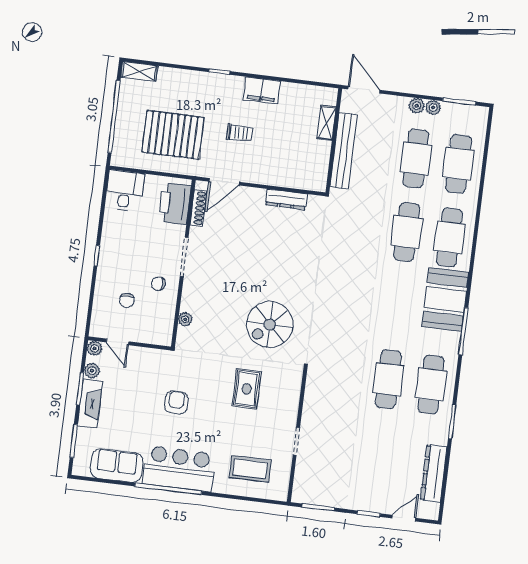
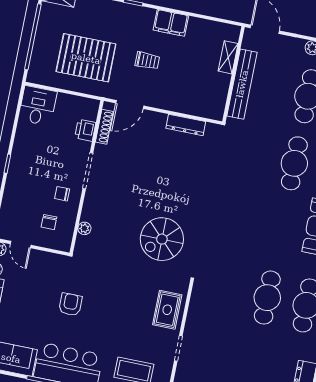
printer: (175, 203) -> (85, 130), width x0.53, depth x0.68
chair: (127, 300) -> (49, 222), moved
rug: (247, 389) -> (167, 310), moved

